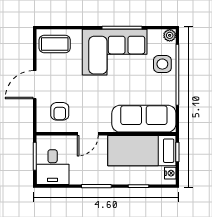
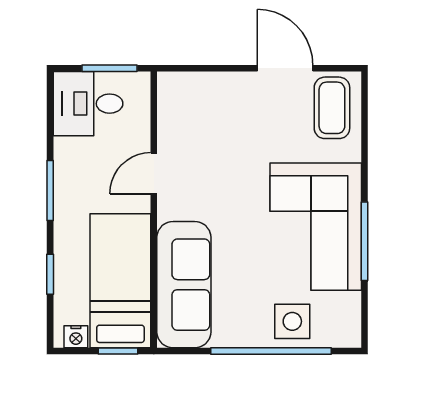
plant: (170, 35) -> (349, 336), removed
door: (35, 85) -> (285, 68), moved
armchair: (60, 111) -> (198, 118), removed
door: (88, 134) -> (154, 173), hinge flipped

